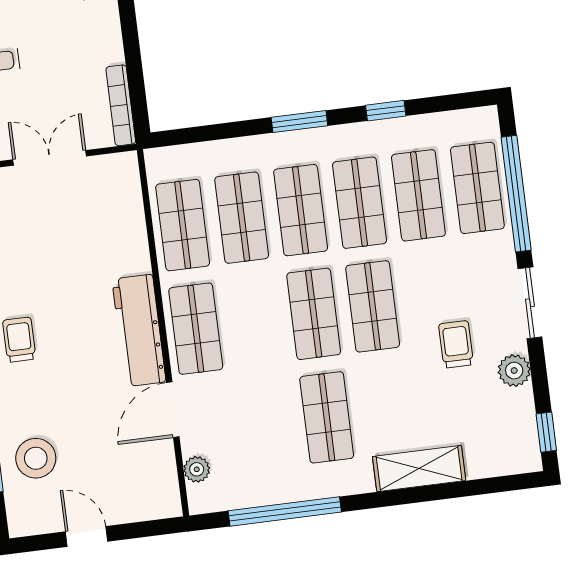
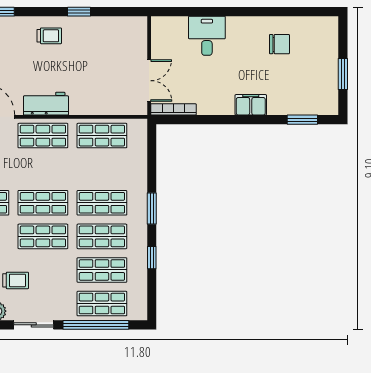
double door: (50, 158) -> (149, 81), moved
shop shelf: (242, 218) -> (102, 169), removed
workbench: (139, 330) -> (46, 104), width x0.73

